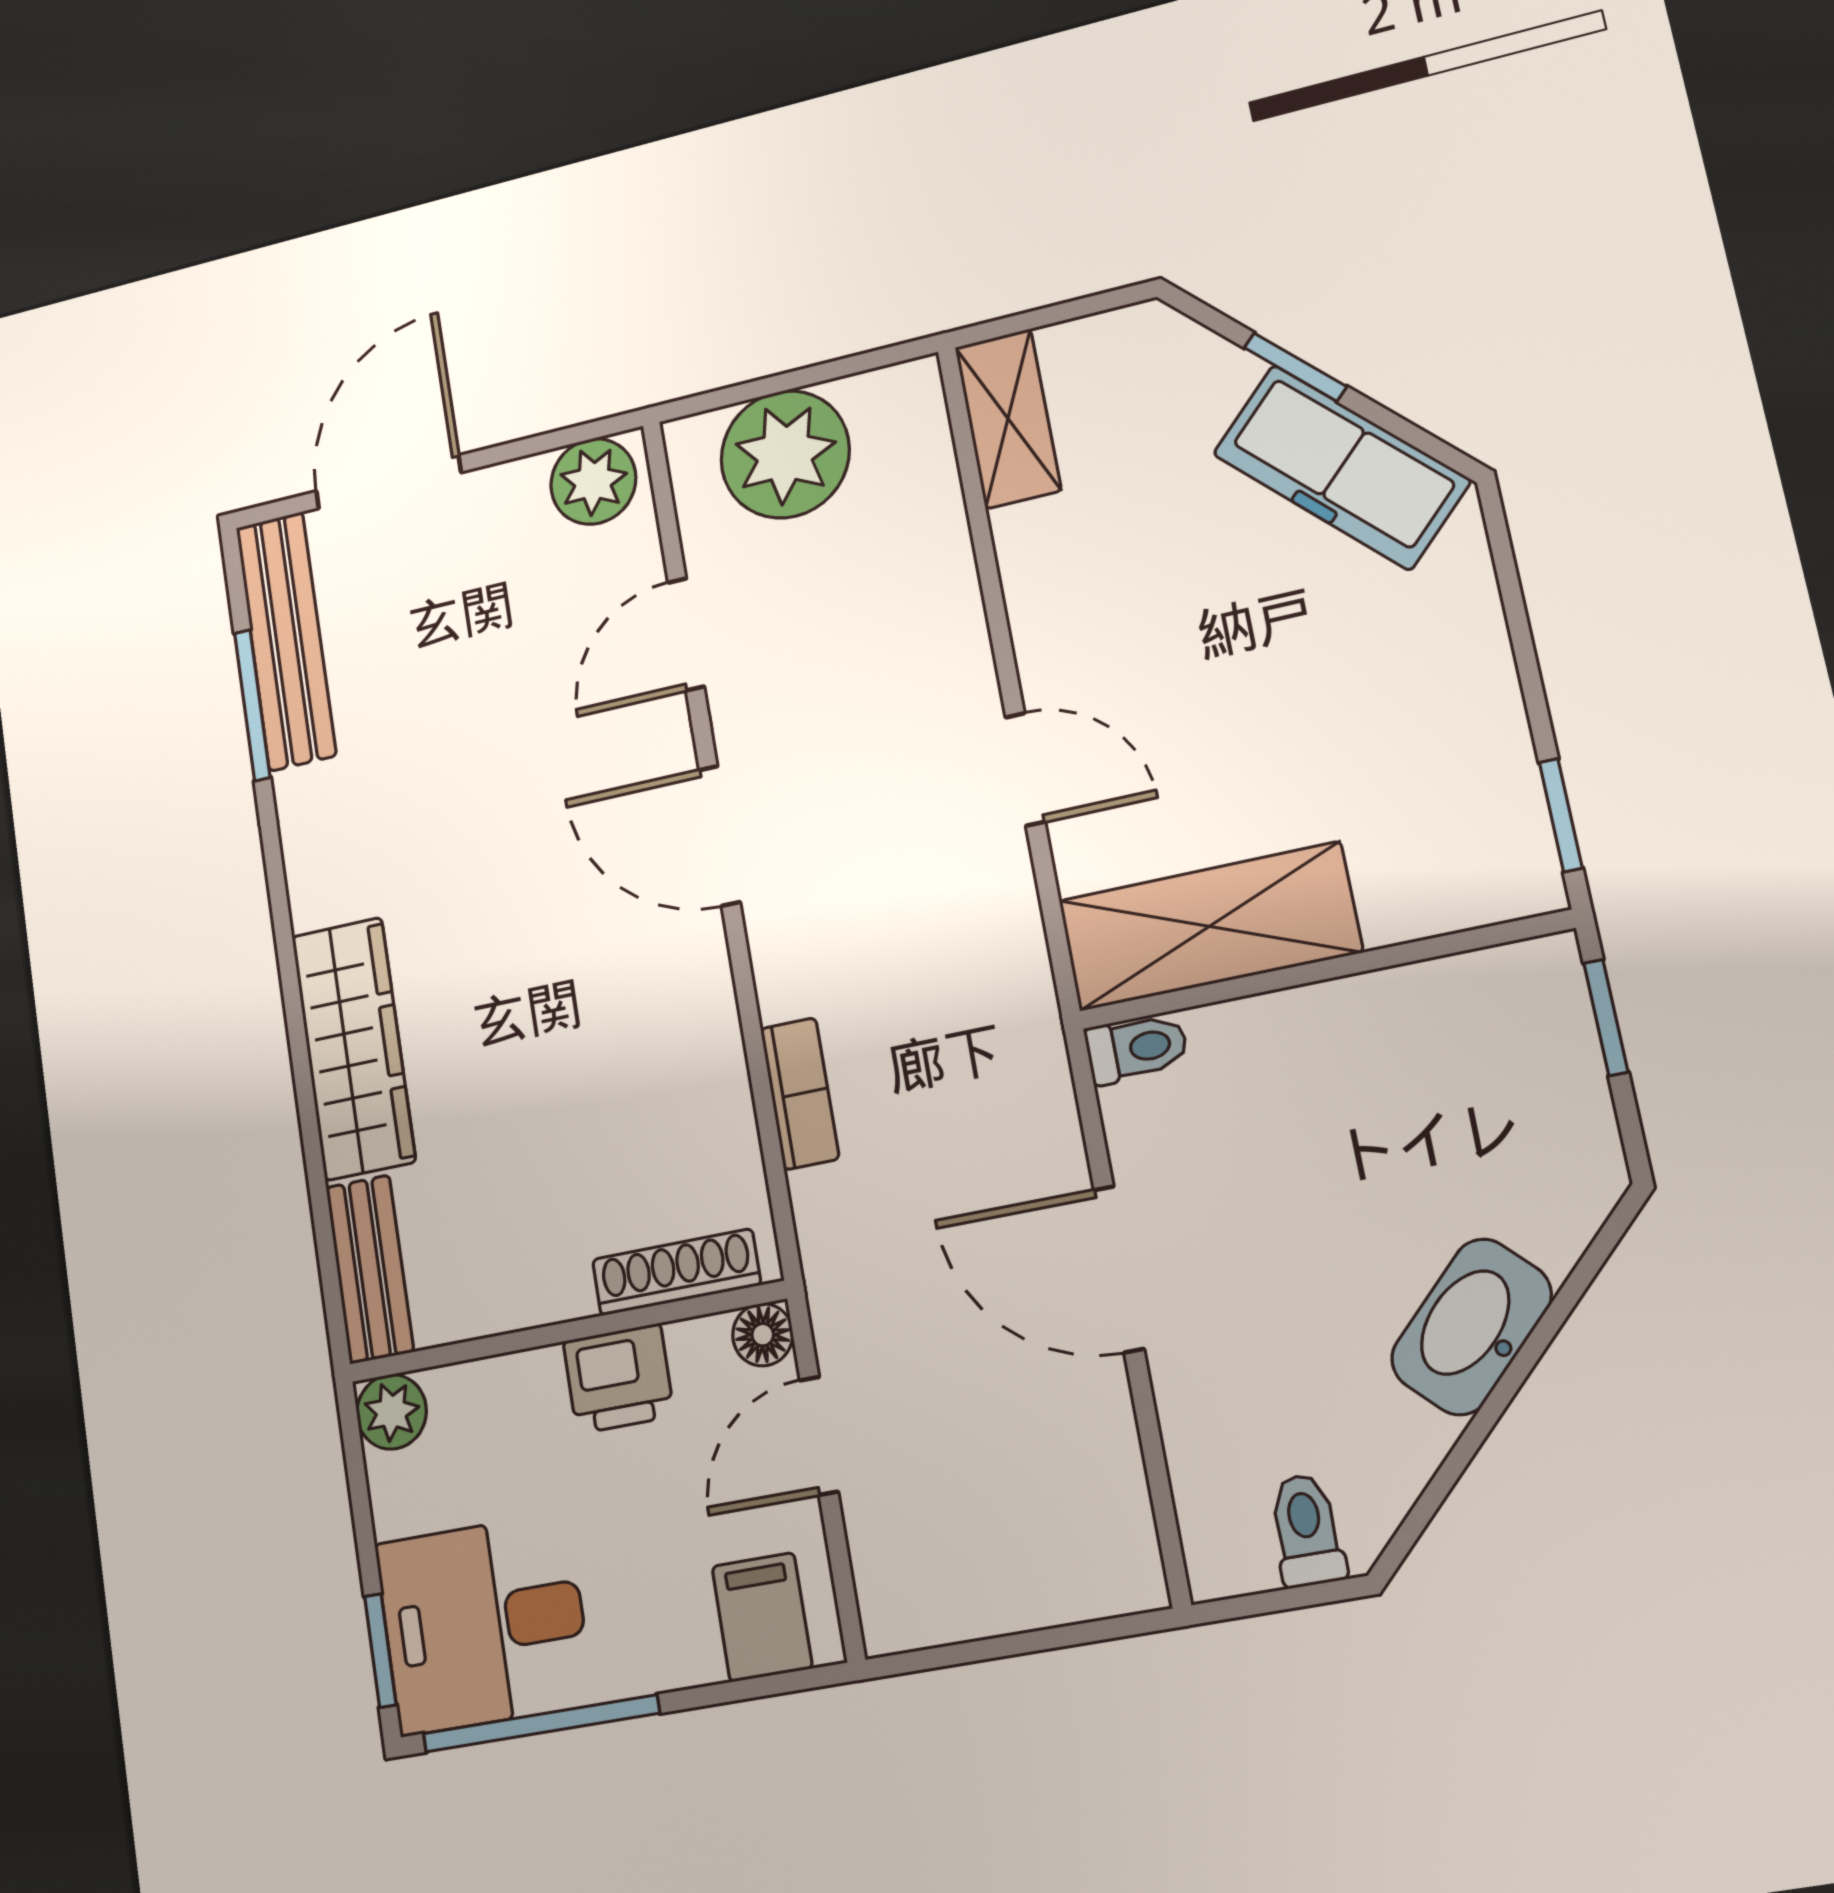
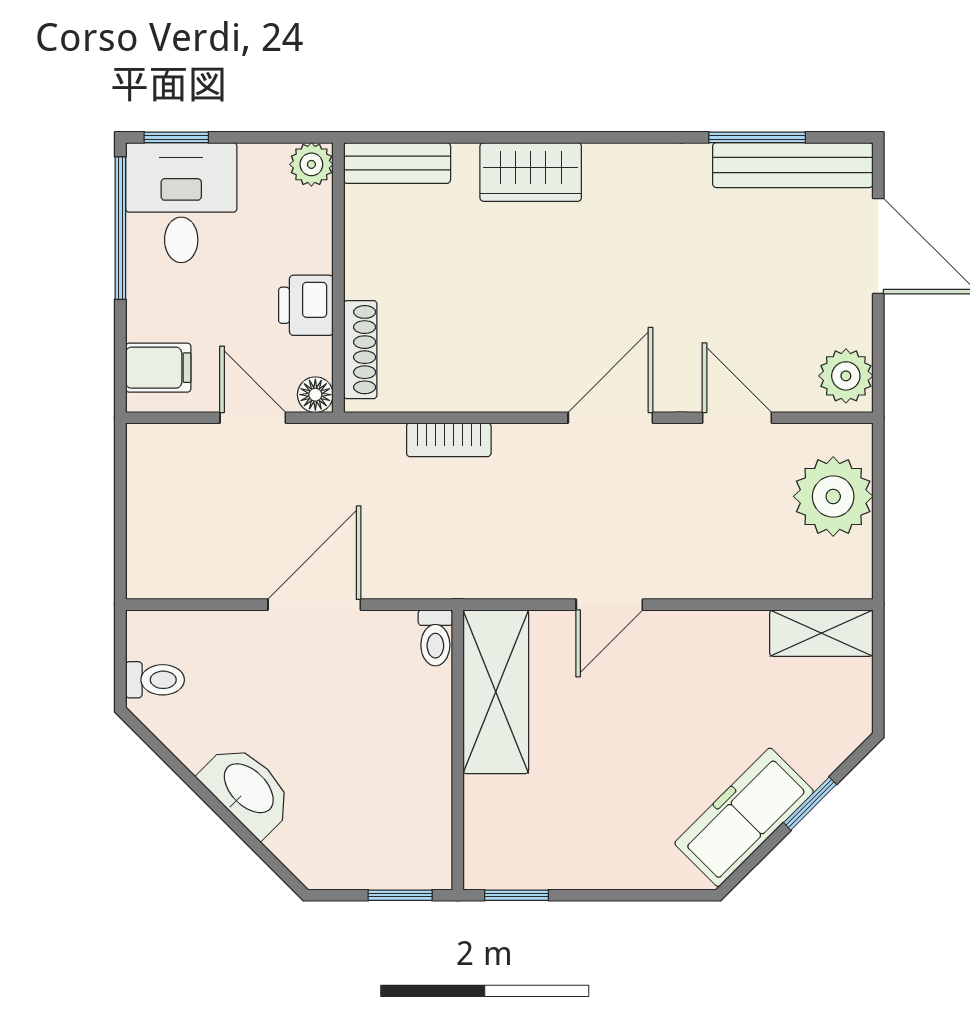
wardrobe: (353, 1048) -> (531, 172), width x0.67

